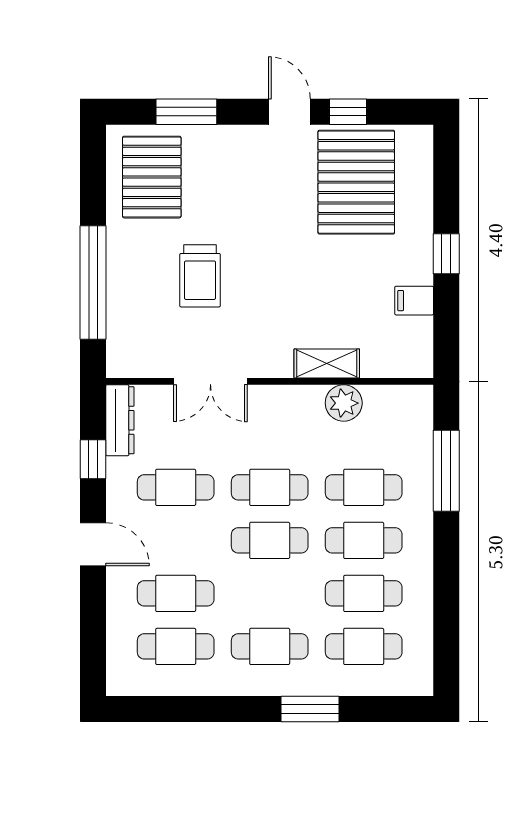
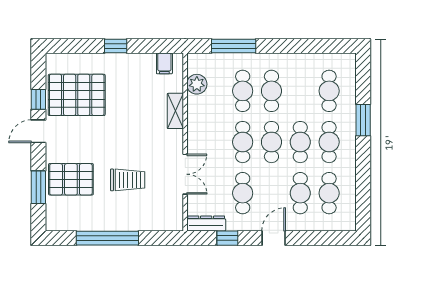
pallet: (152, 177) -> (71, 179), moved
window: (93, 282) -> (107, 238), moved
filing cabinet: (414, 301) -> (164, 63), moved
plant: (344, 403) -> (197, 84), moved
cafe table: (364, 593) -> (300, 142), moved

